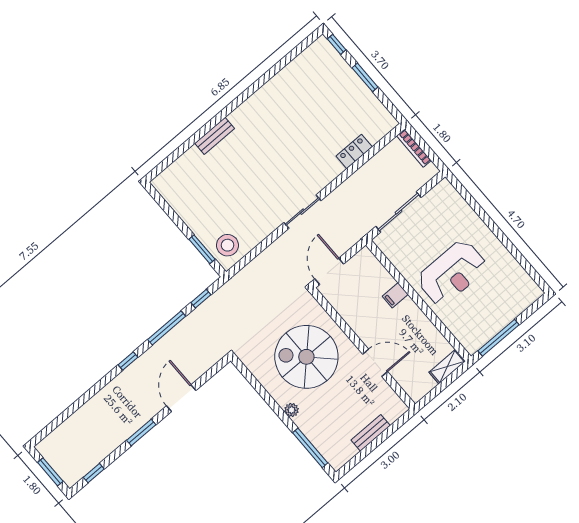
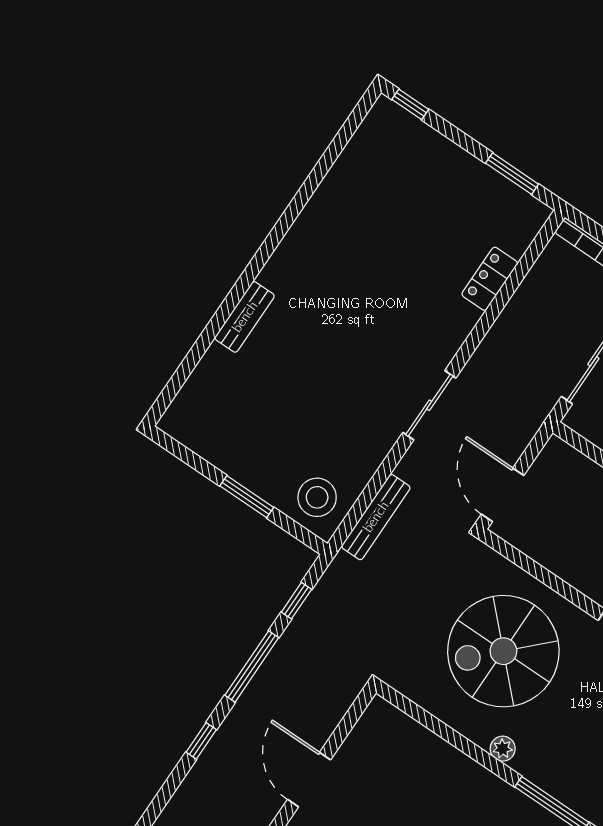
window: (365, 77) -> (512, 174), moved
window: (202, 249) -> (247, 497), moved
bench: (257, 265) -> (376, 517), added

